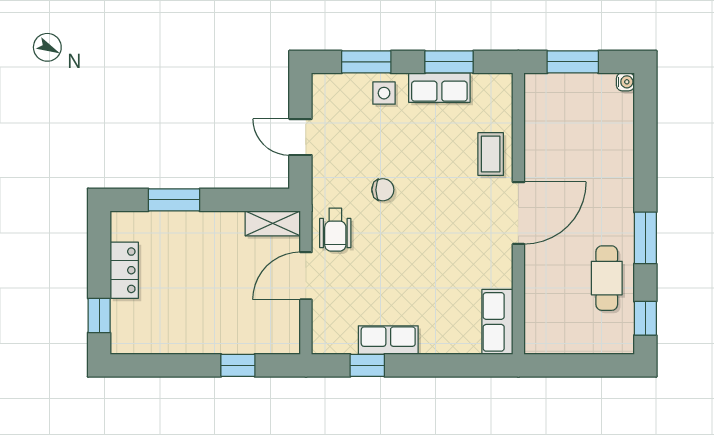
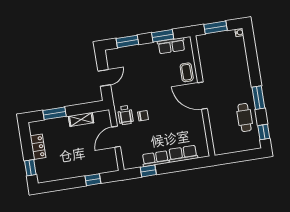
row of seats: (439, 88) -> (171, 46), moved
side table: (384, 93) -> (137, 53), removed
door: (300, 137) -> (104, 78), swing flipped
chair: (383, 190) -> (143, 116), moved
door: (518, 213) -> (202, 96), swing flipped
shelving: (273, 223) -> (81, 119), moved
row of seats: (497, 322) -> (183, 154), moved, turned 90

